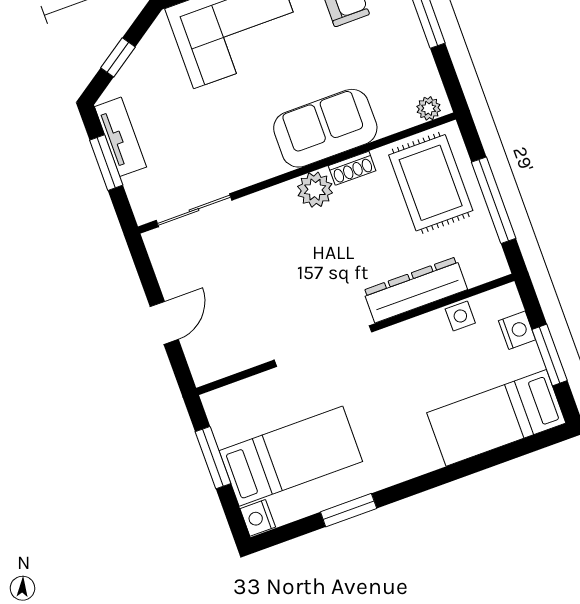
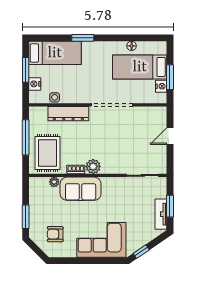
window: (118, 57) -> (141, 252), moved
plant: (429, 108) -> (54, 182), moved
floor lamp: (327, 498) -> (132, 46), added
window: (349, 510) -> (83, 38), moved
nightstand: (258, 518) -> (161, 86), moved

